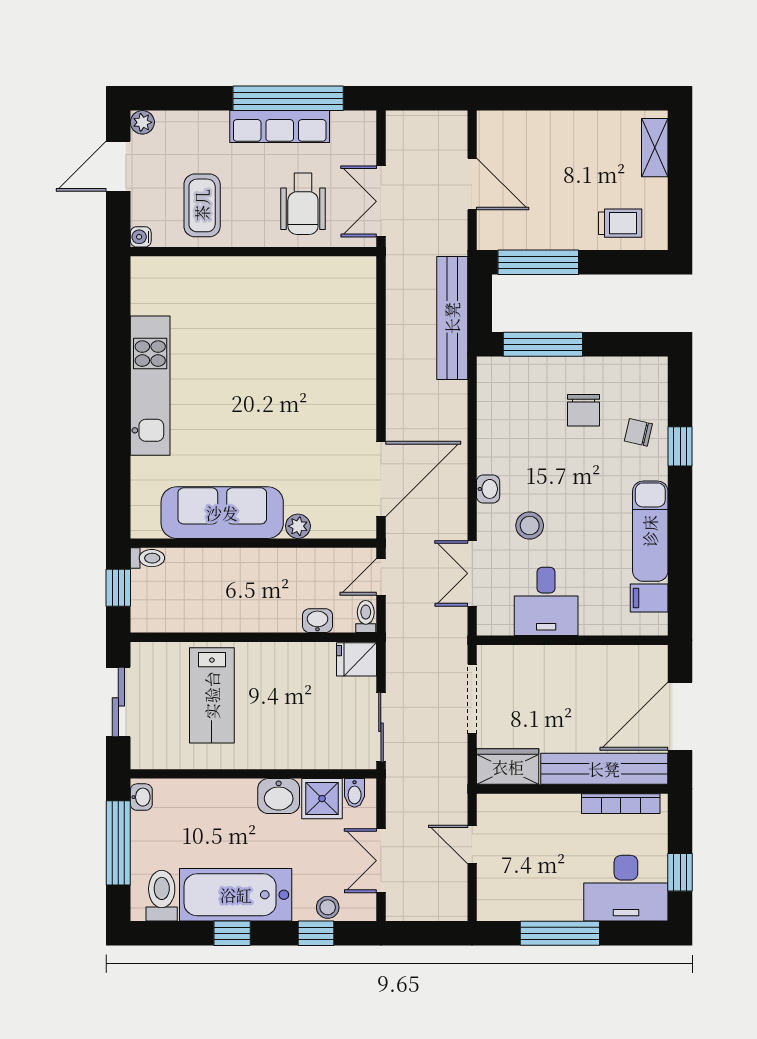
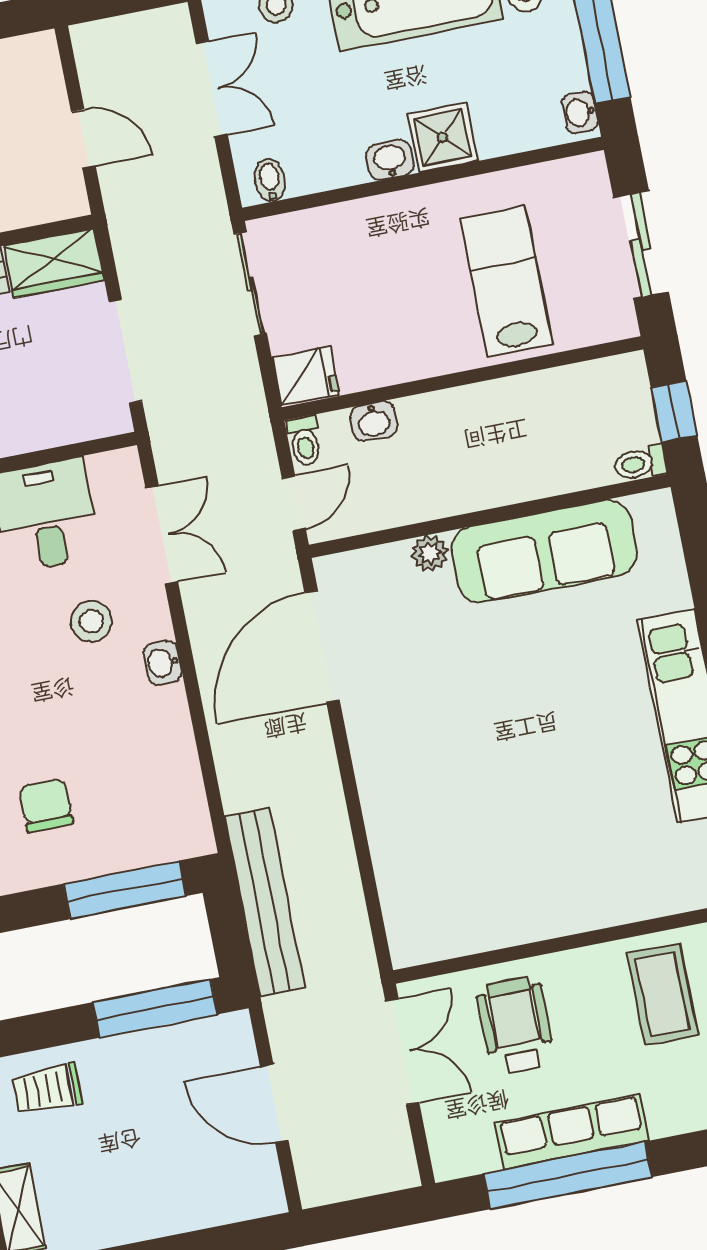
washbasin: (279, 796) -> (390, 160), width x0.72, depth x0.69
shower: (322, 799) -> (442, 137), moved

